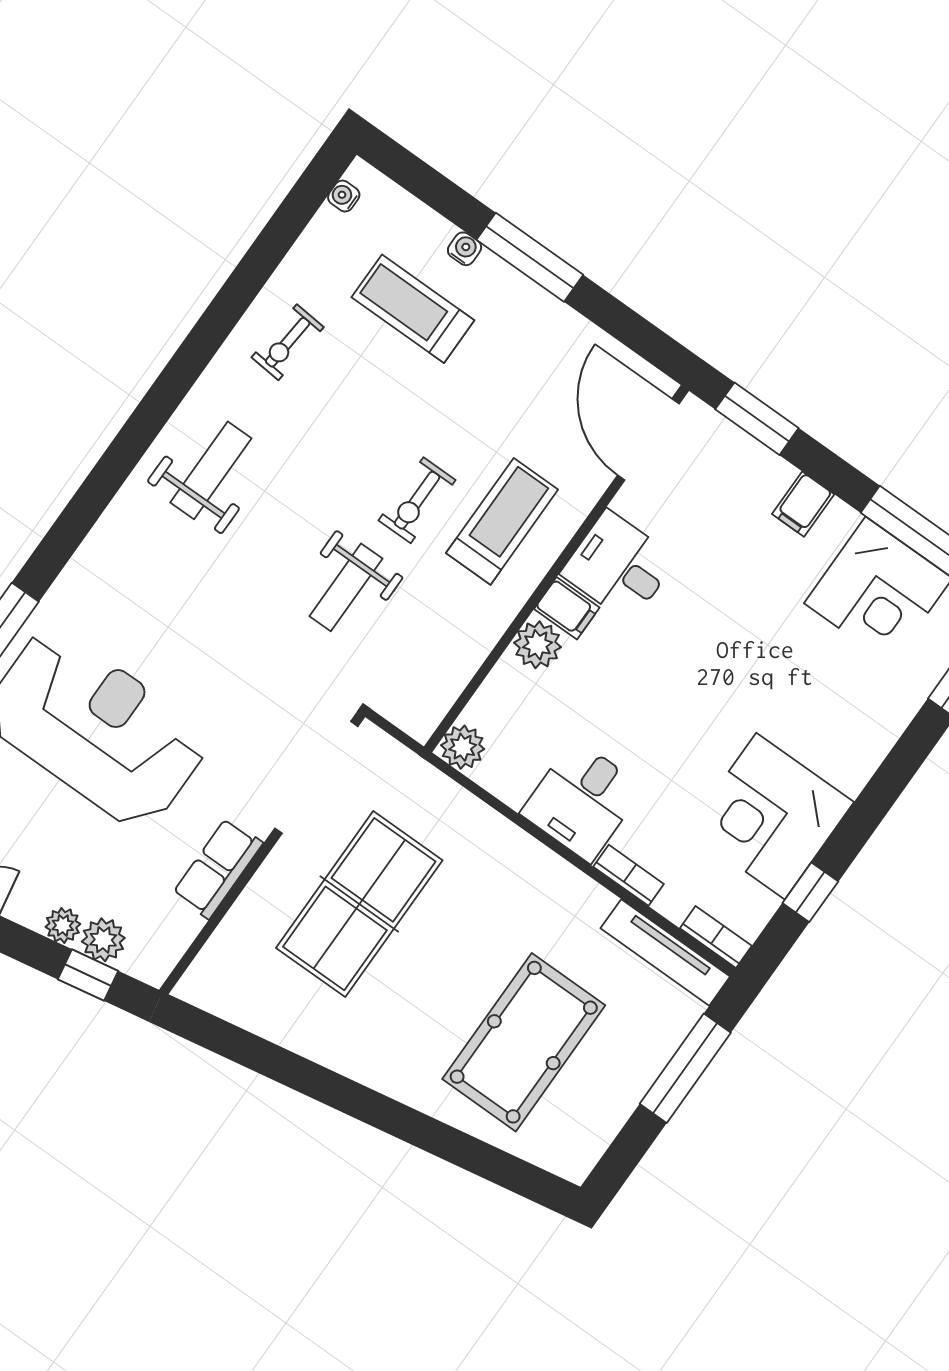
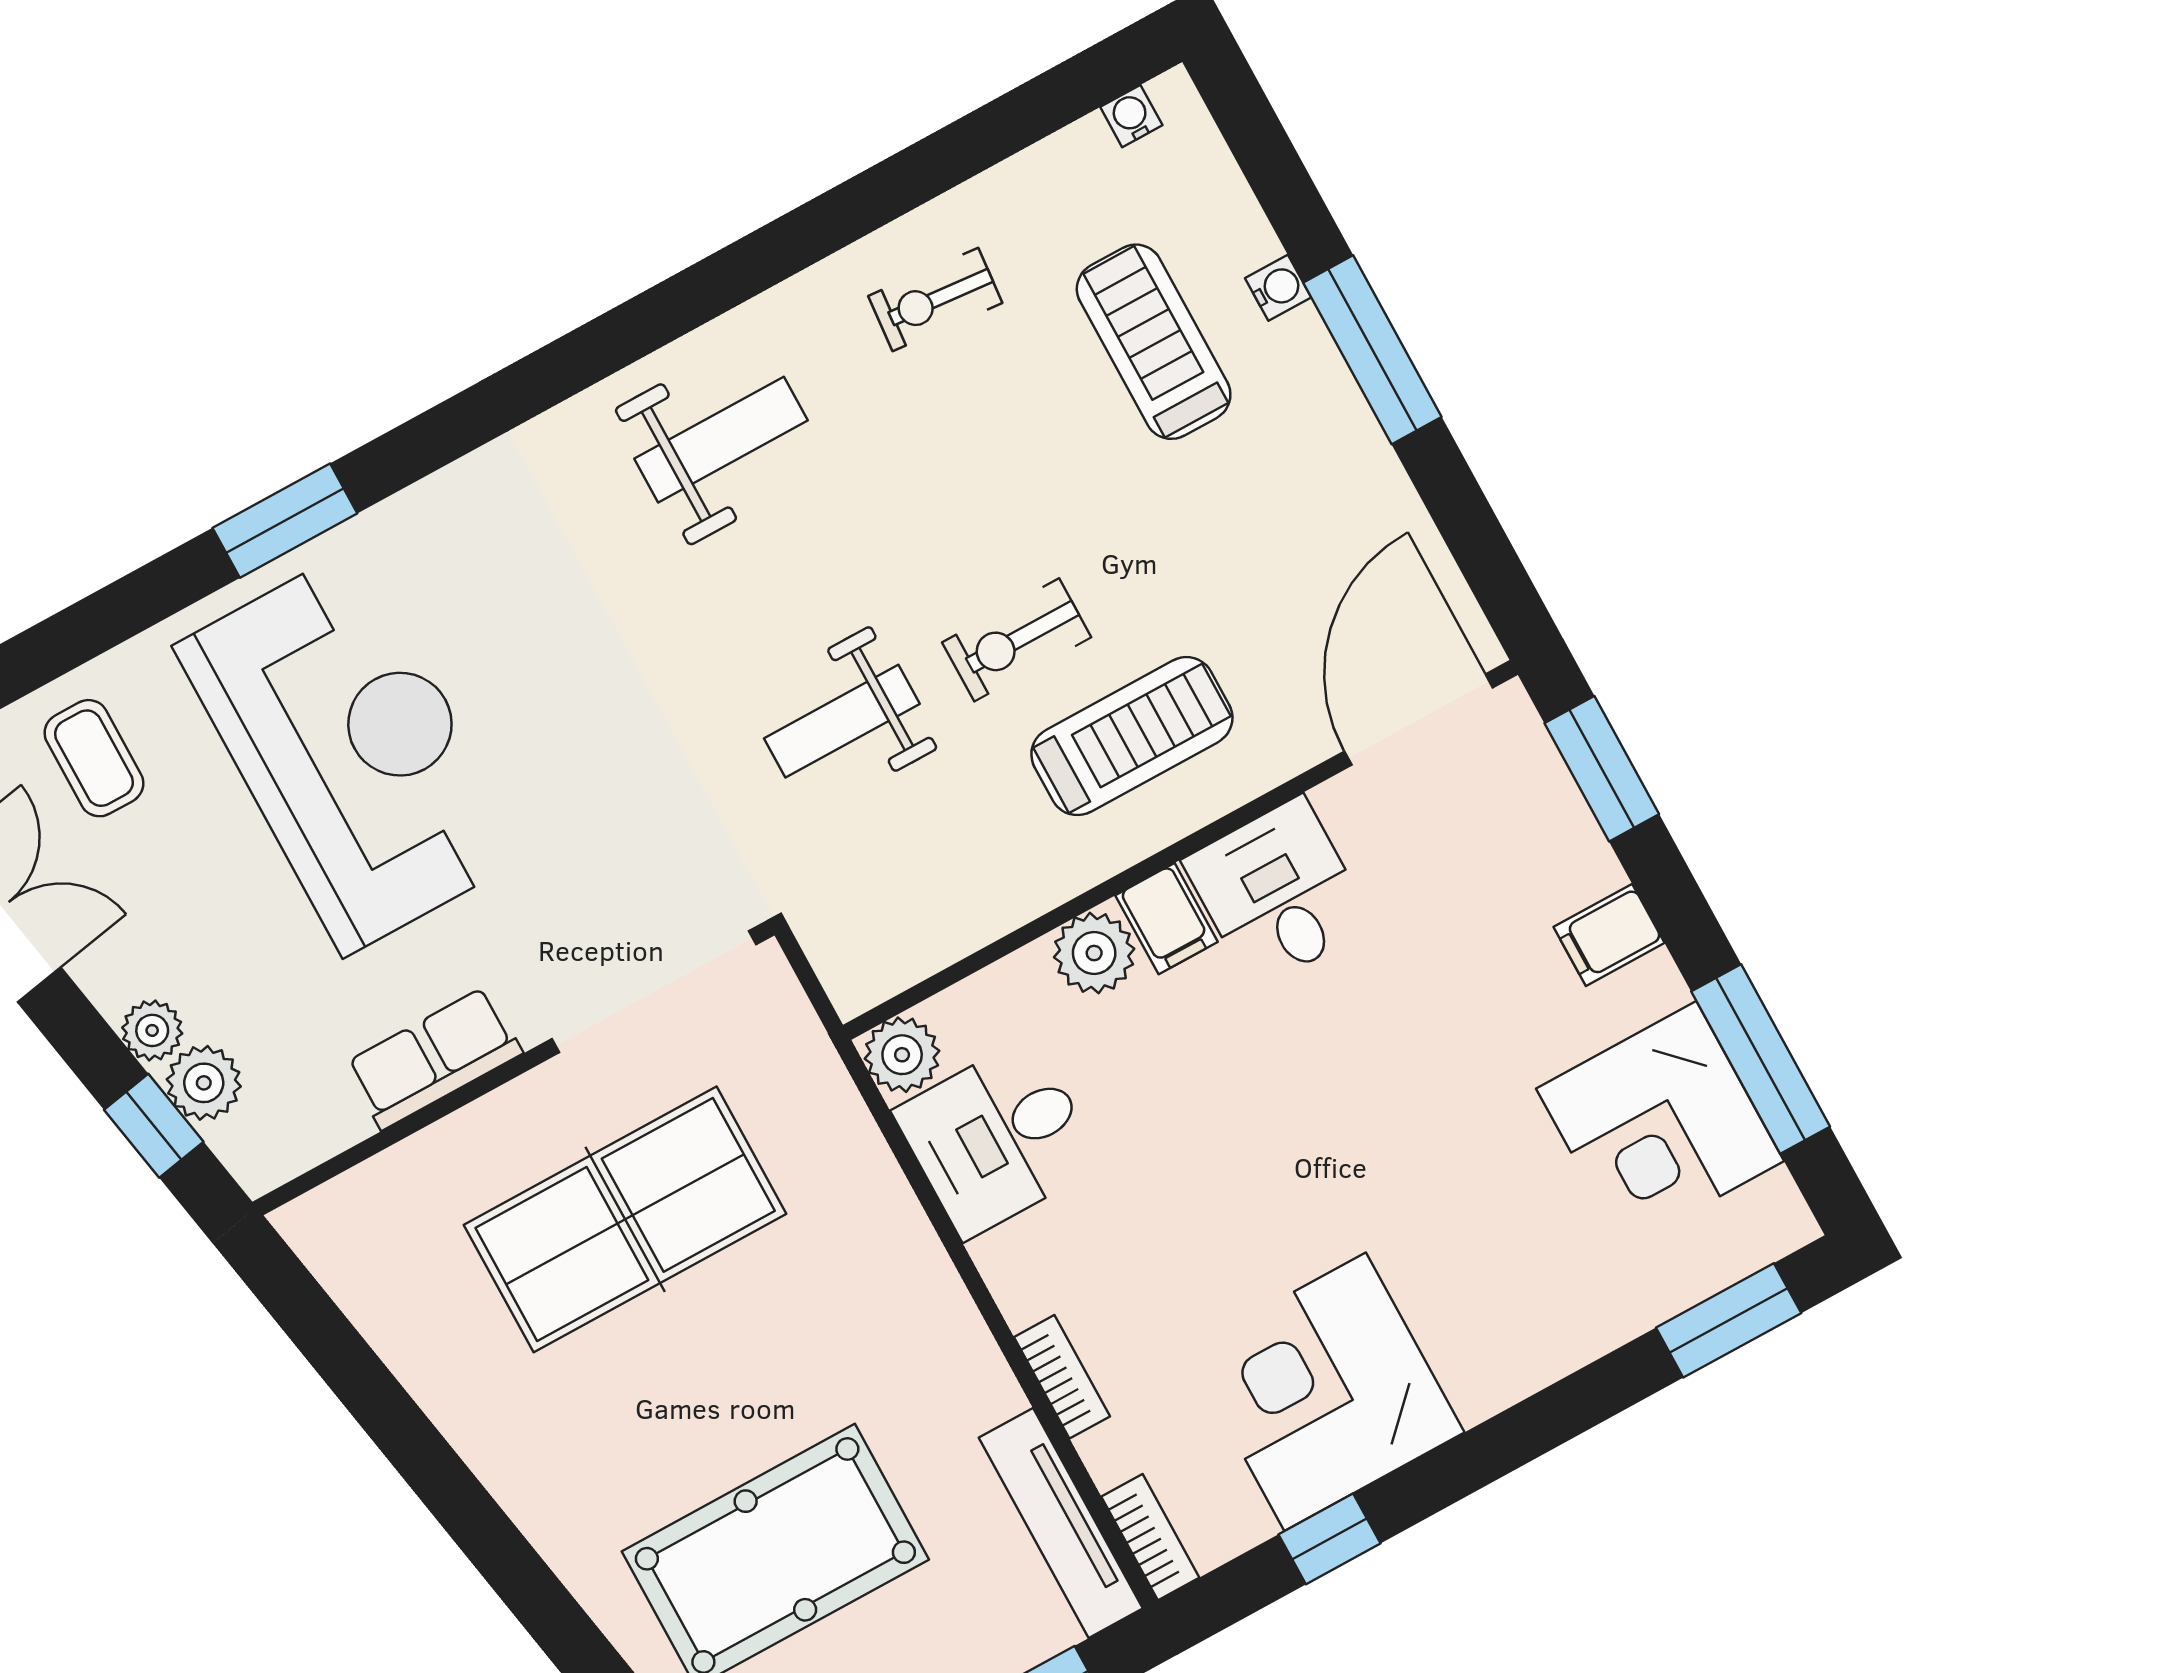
desk: (582, 800) -> (998, 1138), moved

